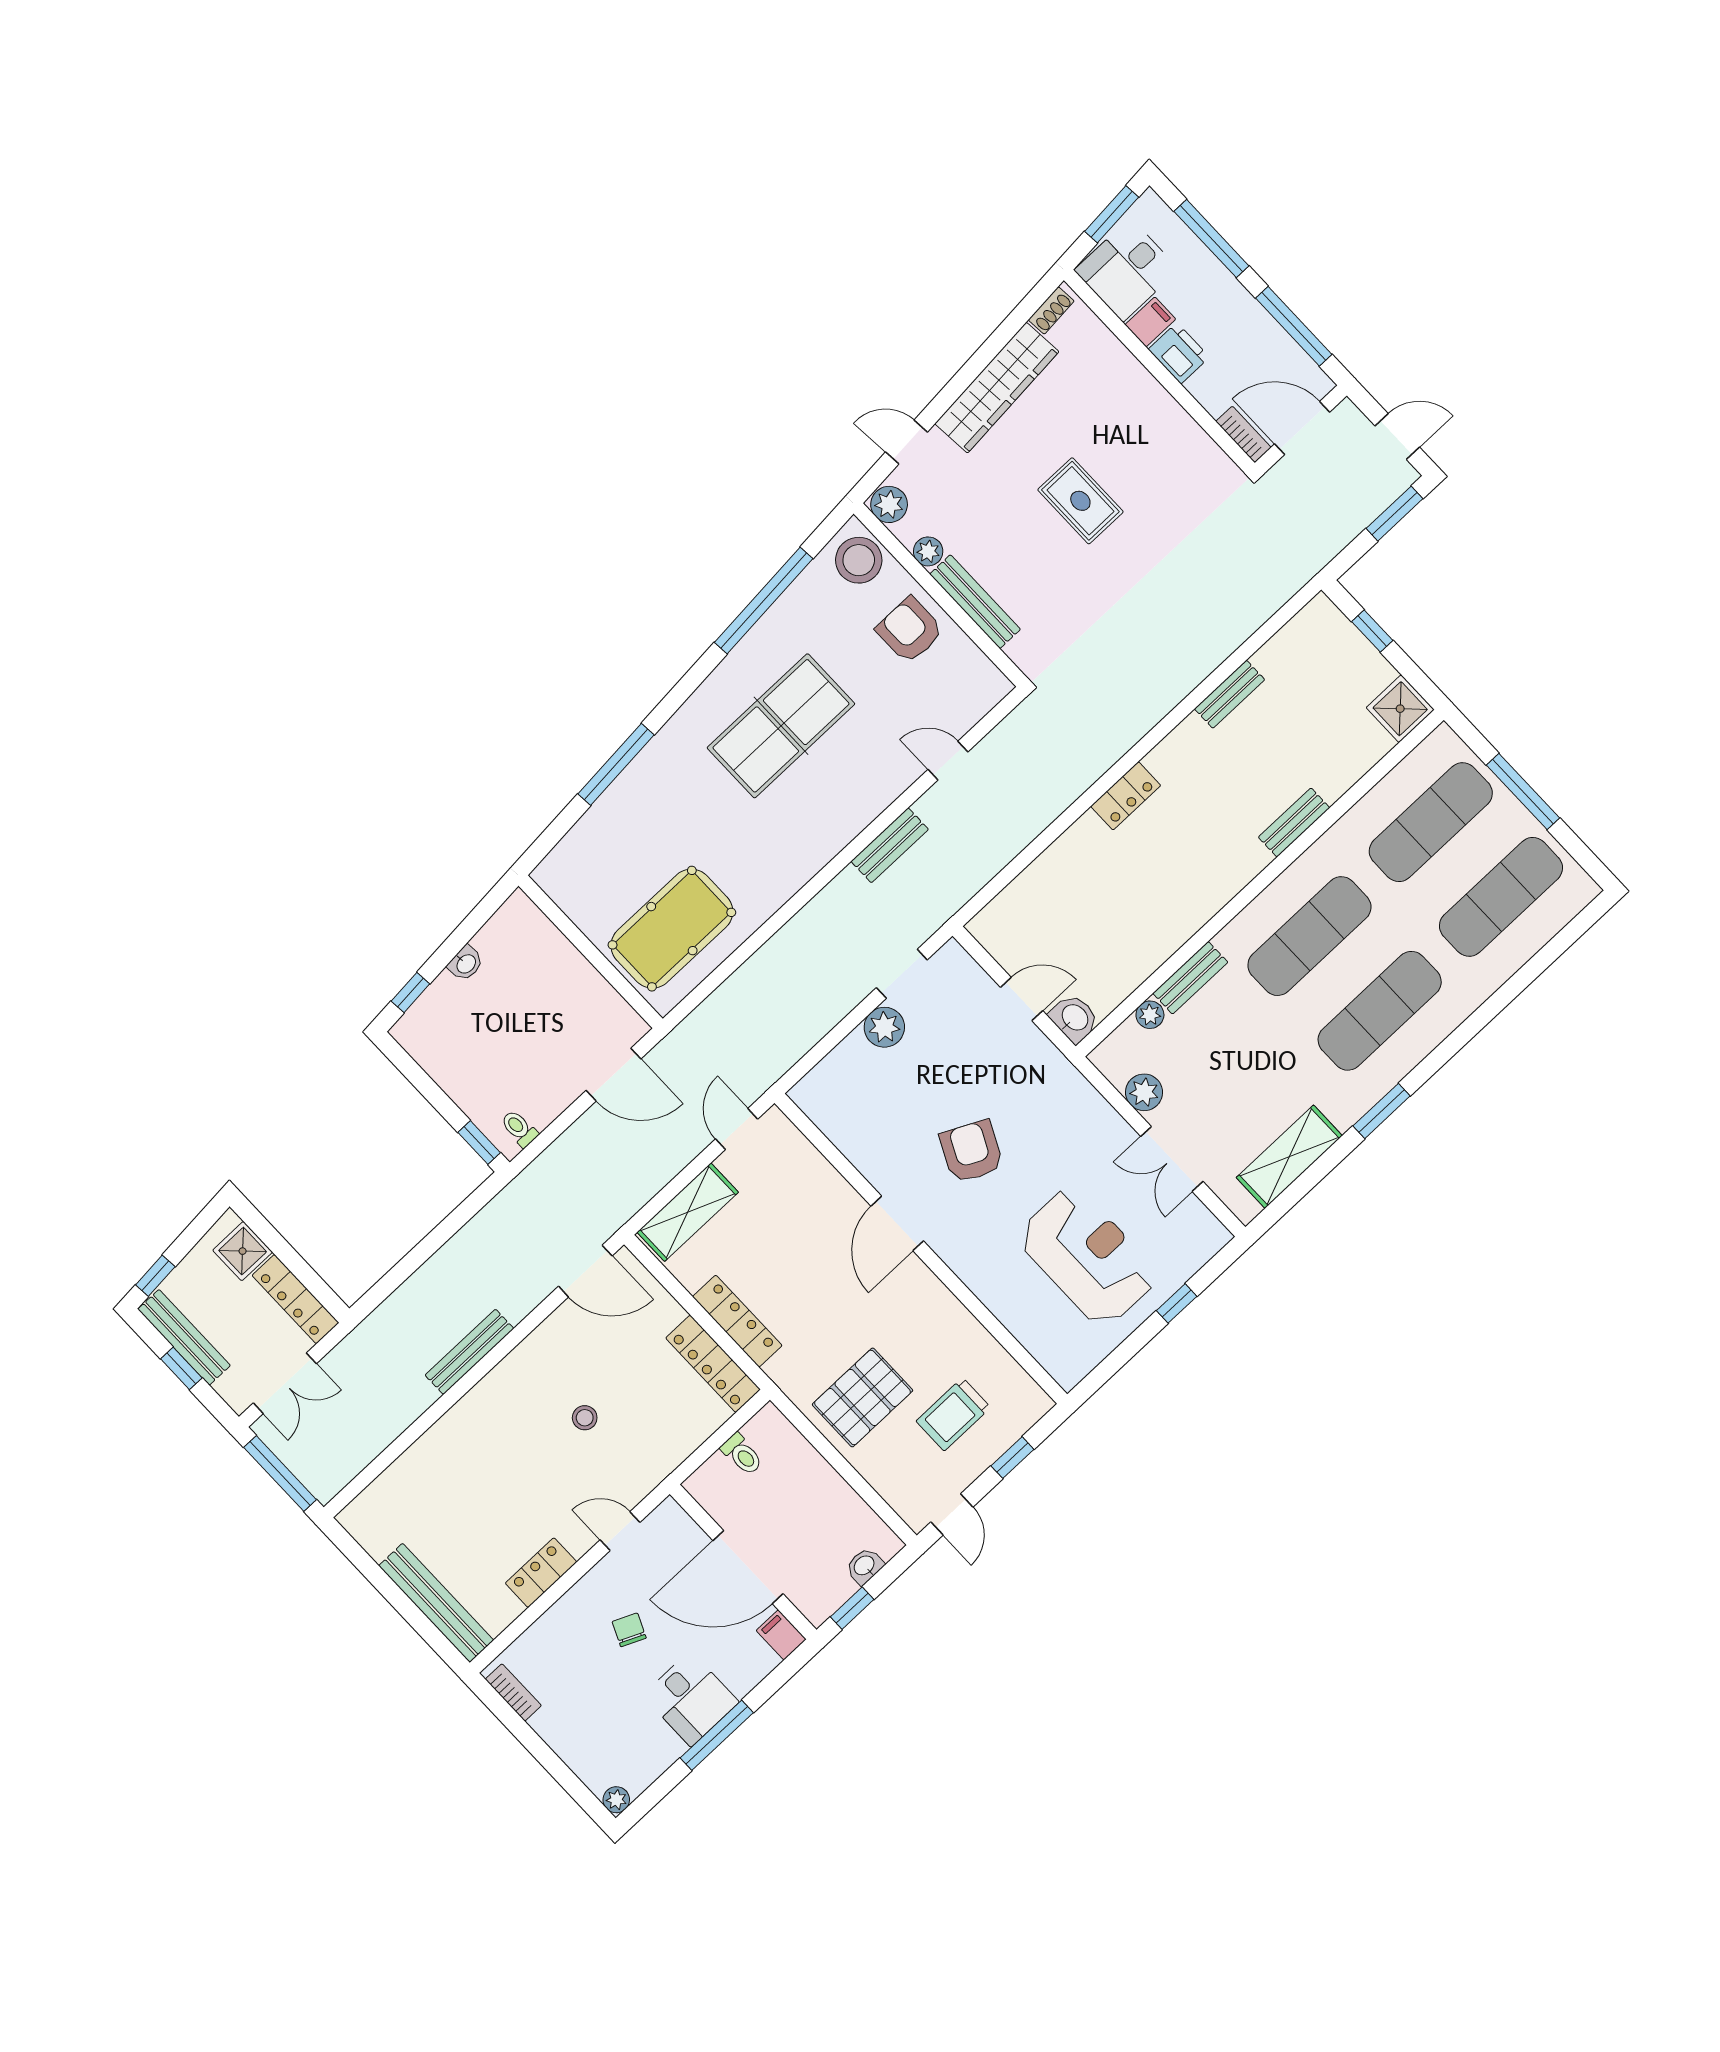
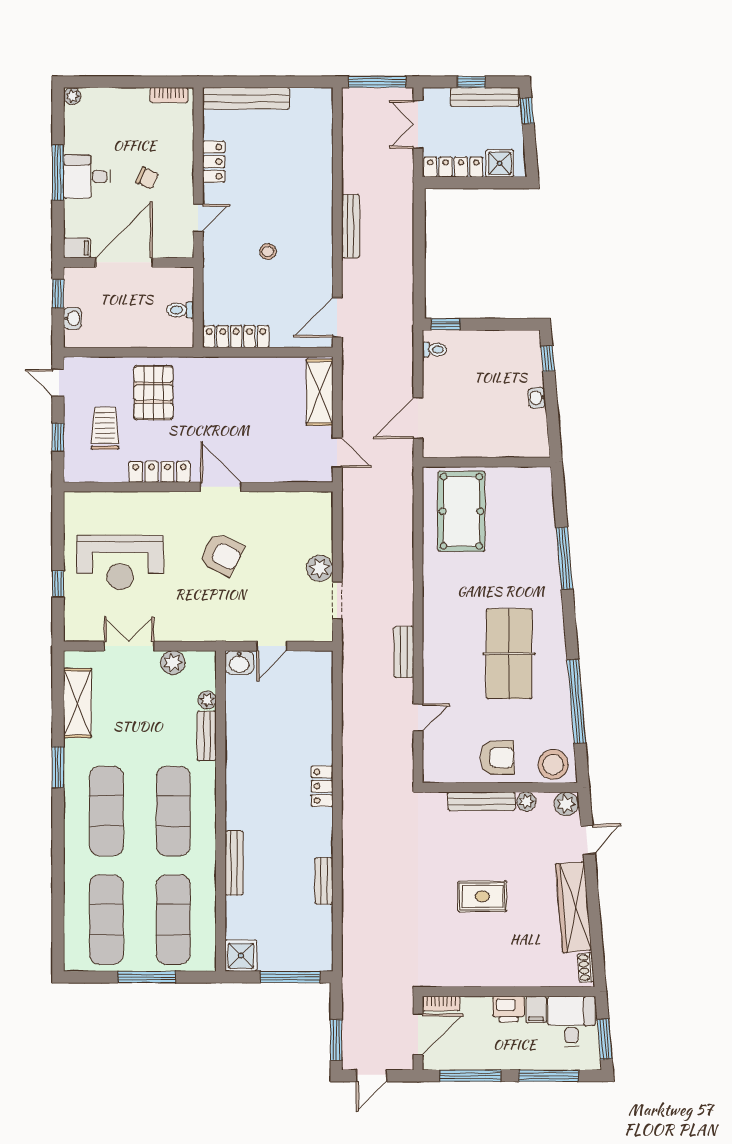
window: (1372, 631) -> (290, 977), width x2.17
bench: (1294, 822) -> (234, 863), width x1.36
locker: (737, 1321) -> (160, 472), moved, turned 180

